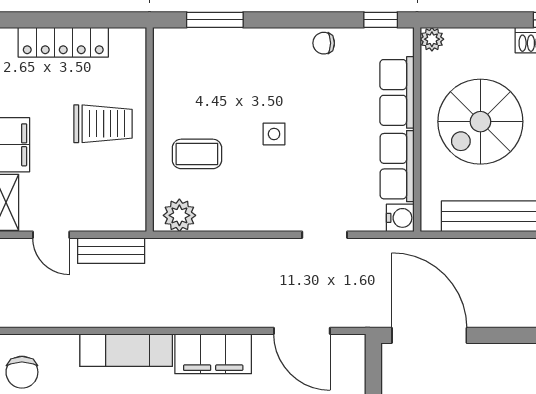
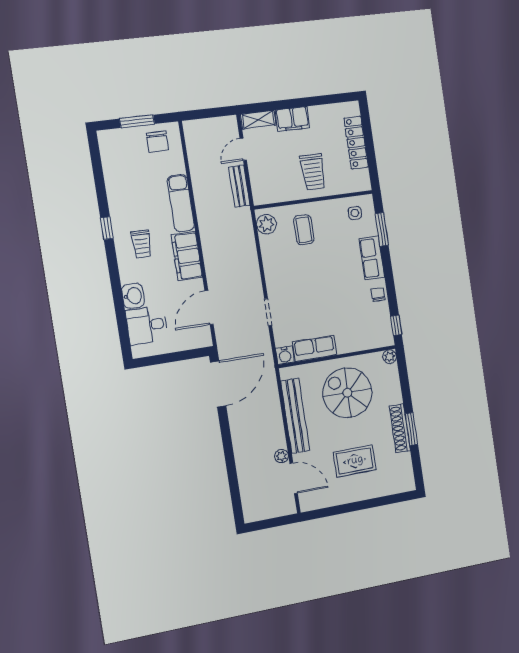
row of seats: (397, 92) -> (372, 258), moved, turned -90
side table: (274, 134) -> (355, 213), moved
chair: (22, 372) -> (157, 141), turned -90

